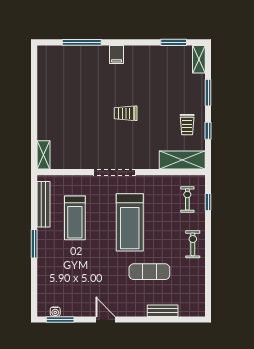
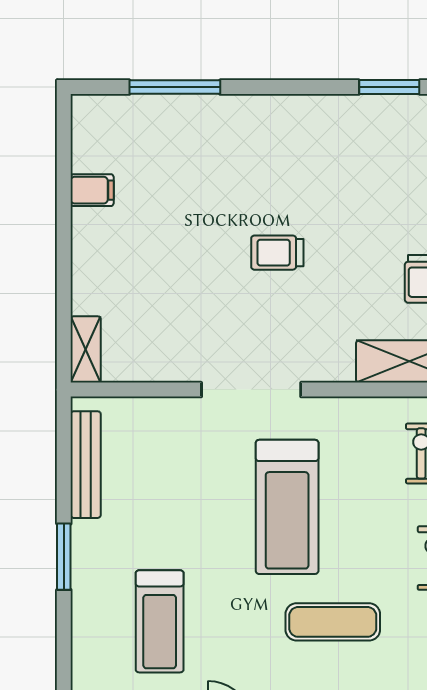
filing cabinet: (117, 54) -> (92, 190), moved, turned -90
treadmill: (75, 218) -> (160, 621), moved

